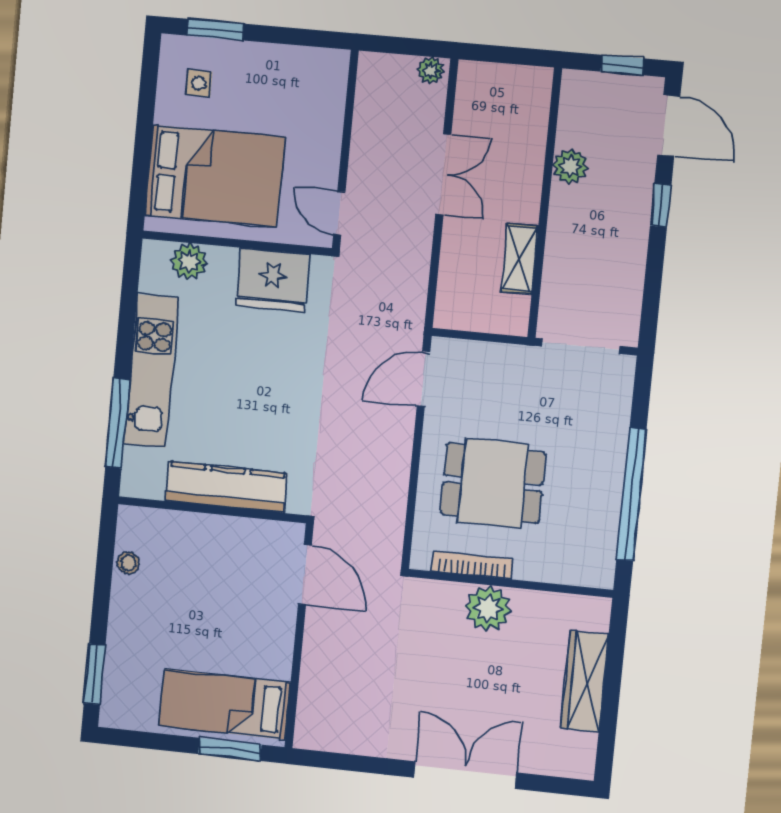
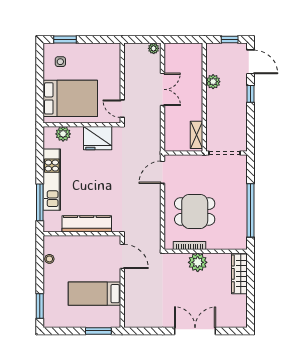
shelving: (520, 259) -> (196, 135), moved
wardrobe: (585, 681) -> (239, 274), moved
bed: (225, 704) -> (95, 294), moved

